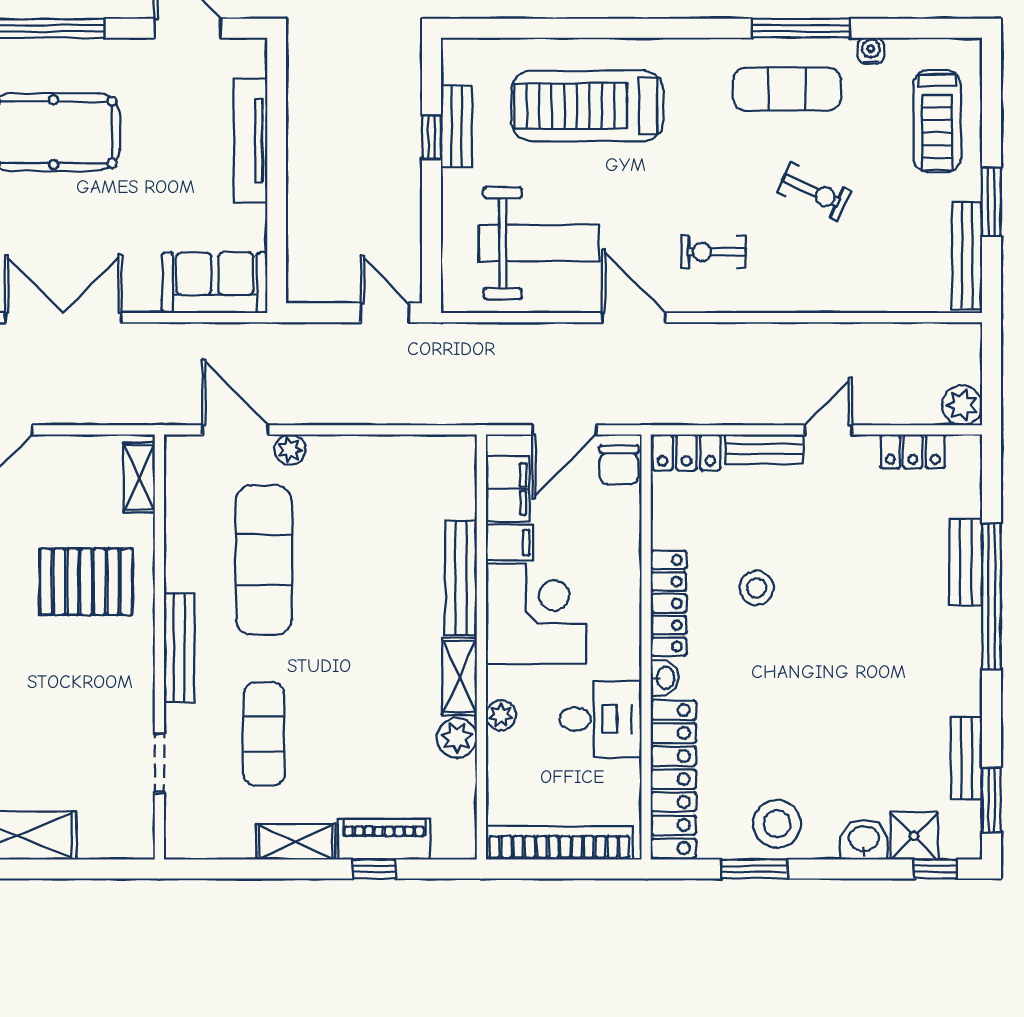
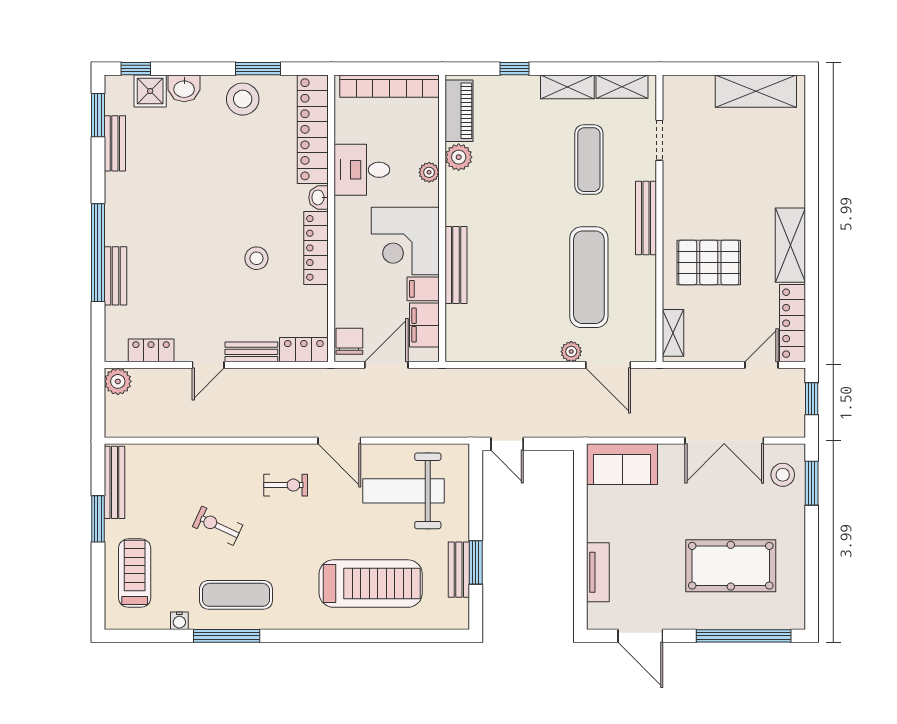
window: (432, 137) -> (476, 562), width x1.50
tv unit: (251, 141) -> (598, 572), width x0.71
shelving: (460, 676) -> (622, 87), moved, turned 90
piano: (384, 839) -> (459, 111), moved, turned -90

